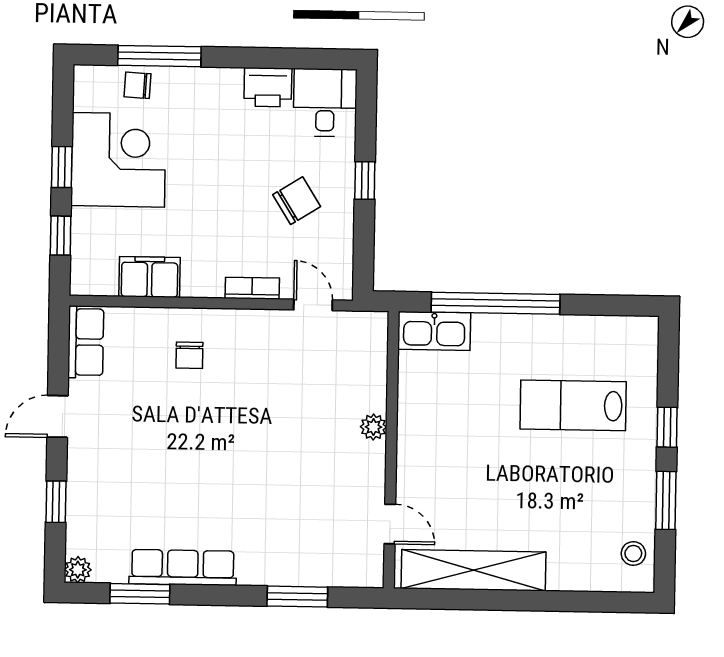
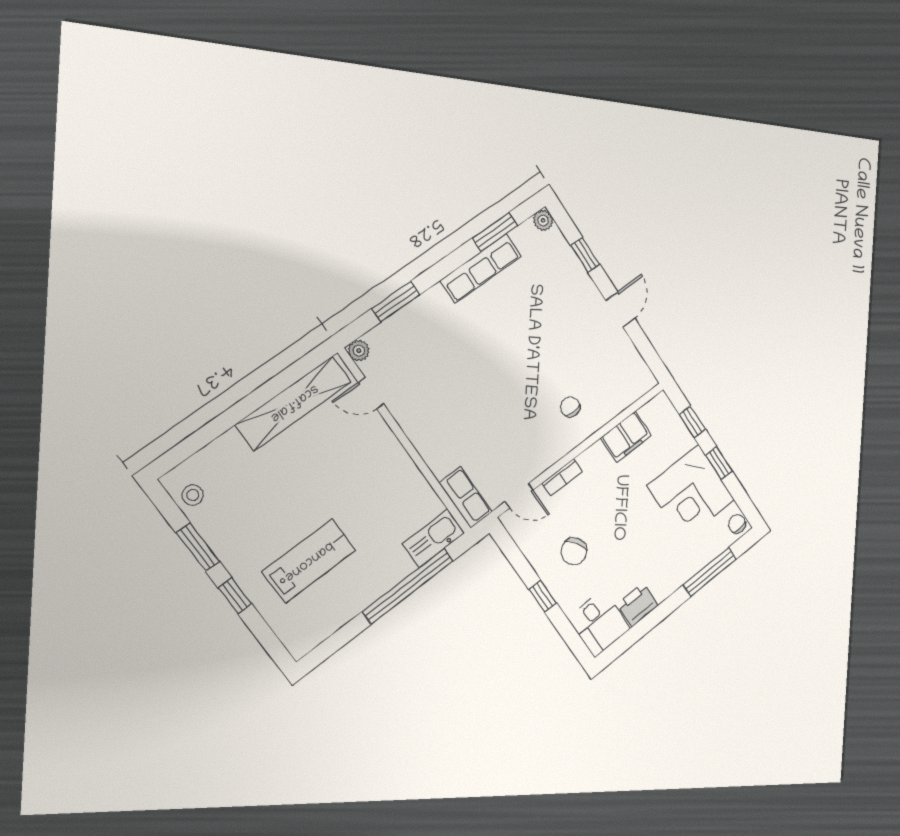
chair: (138, 85) -> (737, 524), moved, turned -93
row of seats: (86, 342) -> (465, 497), moved, turned 180
plant: (373, 427) -> (359, 351), moved

